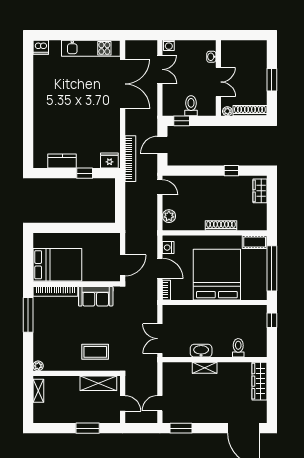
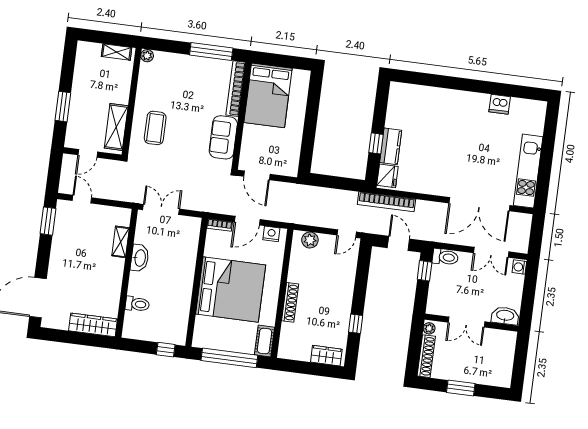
dishwasher: (41, 47) -> (500, 104), moved, turned -90
washbasin: (211, 57) -> (505, 316), width x1.91, depth x1.45
toilet: (191, 106) -> (445, 257), moved
kitchen counter: (62, 161) -> (391, 146), moved
shelving: (205, 368) -> (121, 242), moved

